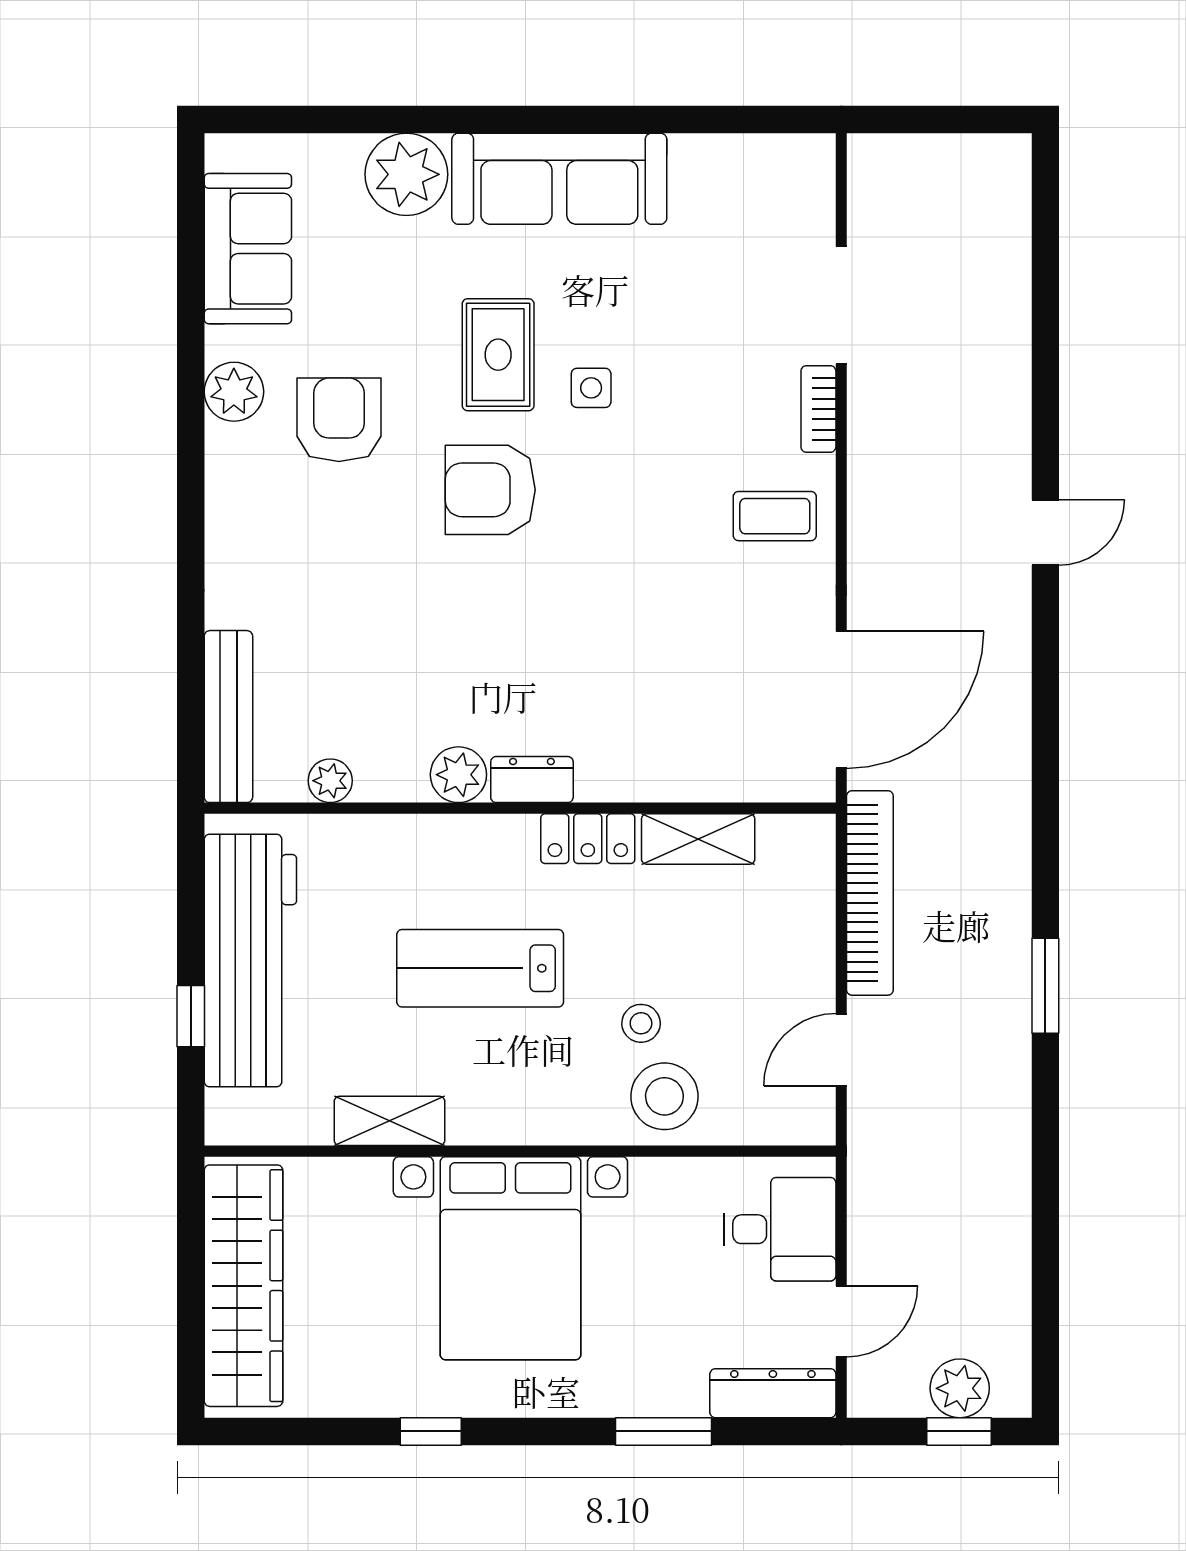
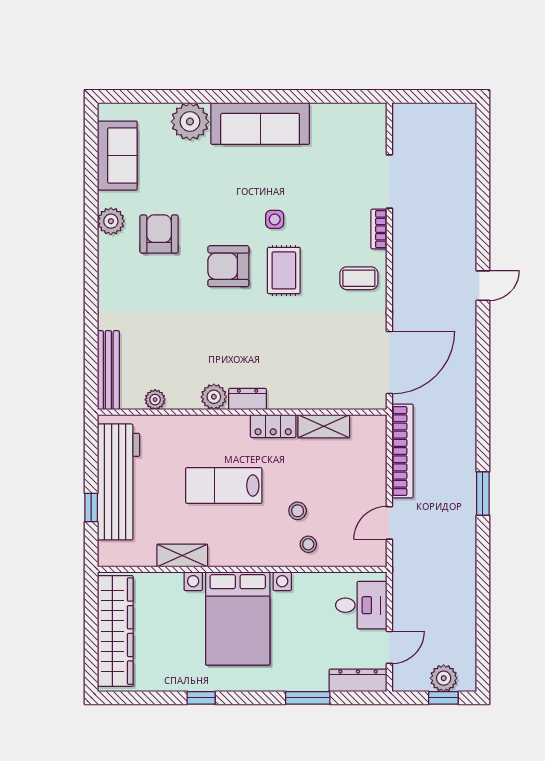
rug: (498, 355) -> (284, 270), moved
stool: (664, 1096) -> (308, 544), width x0.53, depth x0.53

